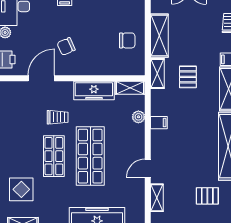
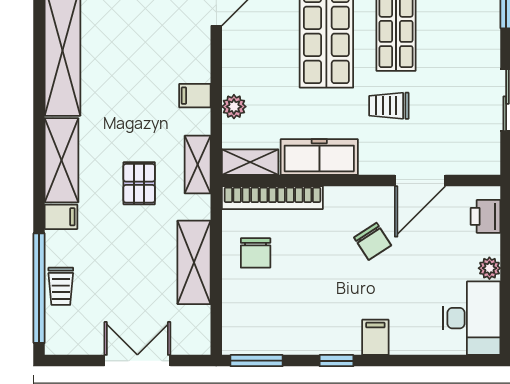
chair: (127, 40) -> (256, 253), turned -90
chair: (66, 46) -> (373, 241), turned 81
bookcase: (118, 69) -> (272, 198), added
shelving: (157, 74) -> (198, 165), moved

